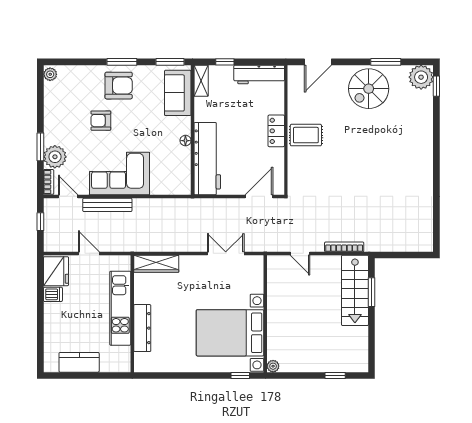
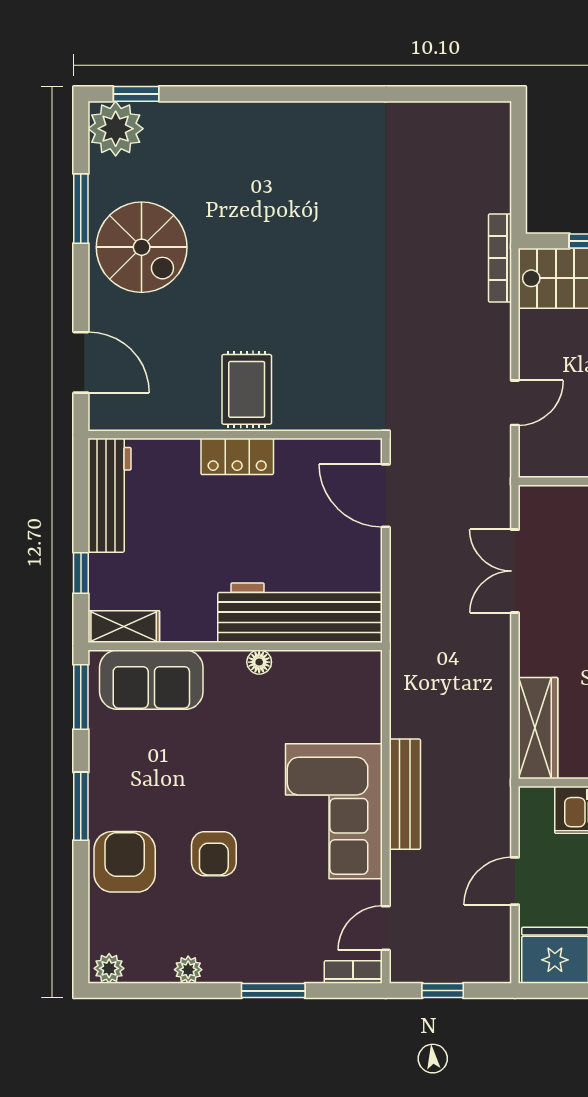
armchair: (119, 86) -> (125, 862), moved
plant: (55, 157) -> (188, 970), moved, width x0.53, depth x0.53
bench: (107, 205) -> (405, 794), moved
bookcase: (344, 247) -> (500, 258), moved

